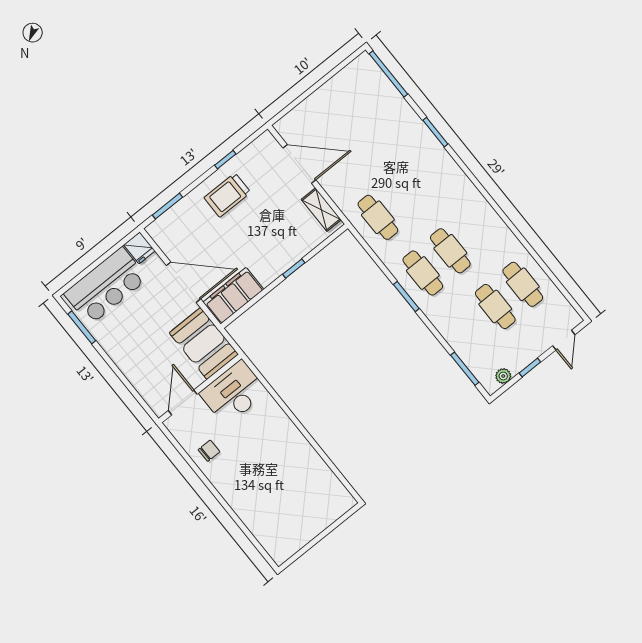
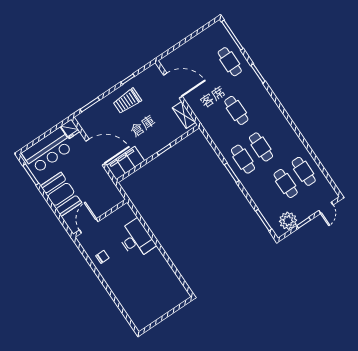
cafe table: (388, 117) -> (230, 62), added
cafe table: (378, 217) -> (236, 110), moved
booth: (204, 343) -> (61, 194), moved
plant: (503, 376) -> (288, 221), width x1.88, depth x1.88
desk: (234, 393) -> (136, 239), moved, turned 90

